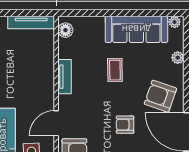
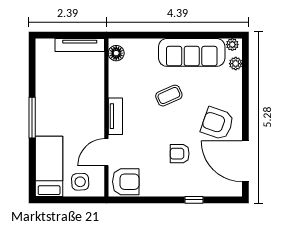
plant: (178, 58) -> (236, 64), moved
coffee table: (115, 70) -> (169, 96), turned 67
tv unit: (65, 77) -> (115, 116), moved

